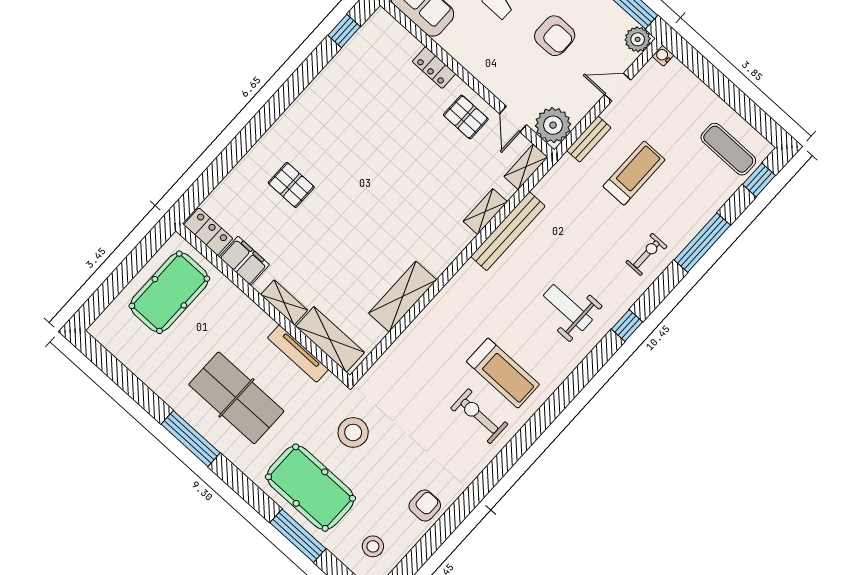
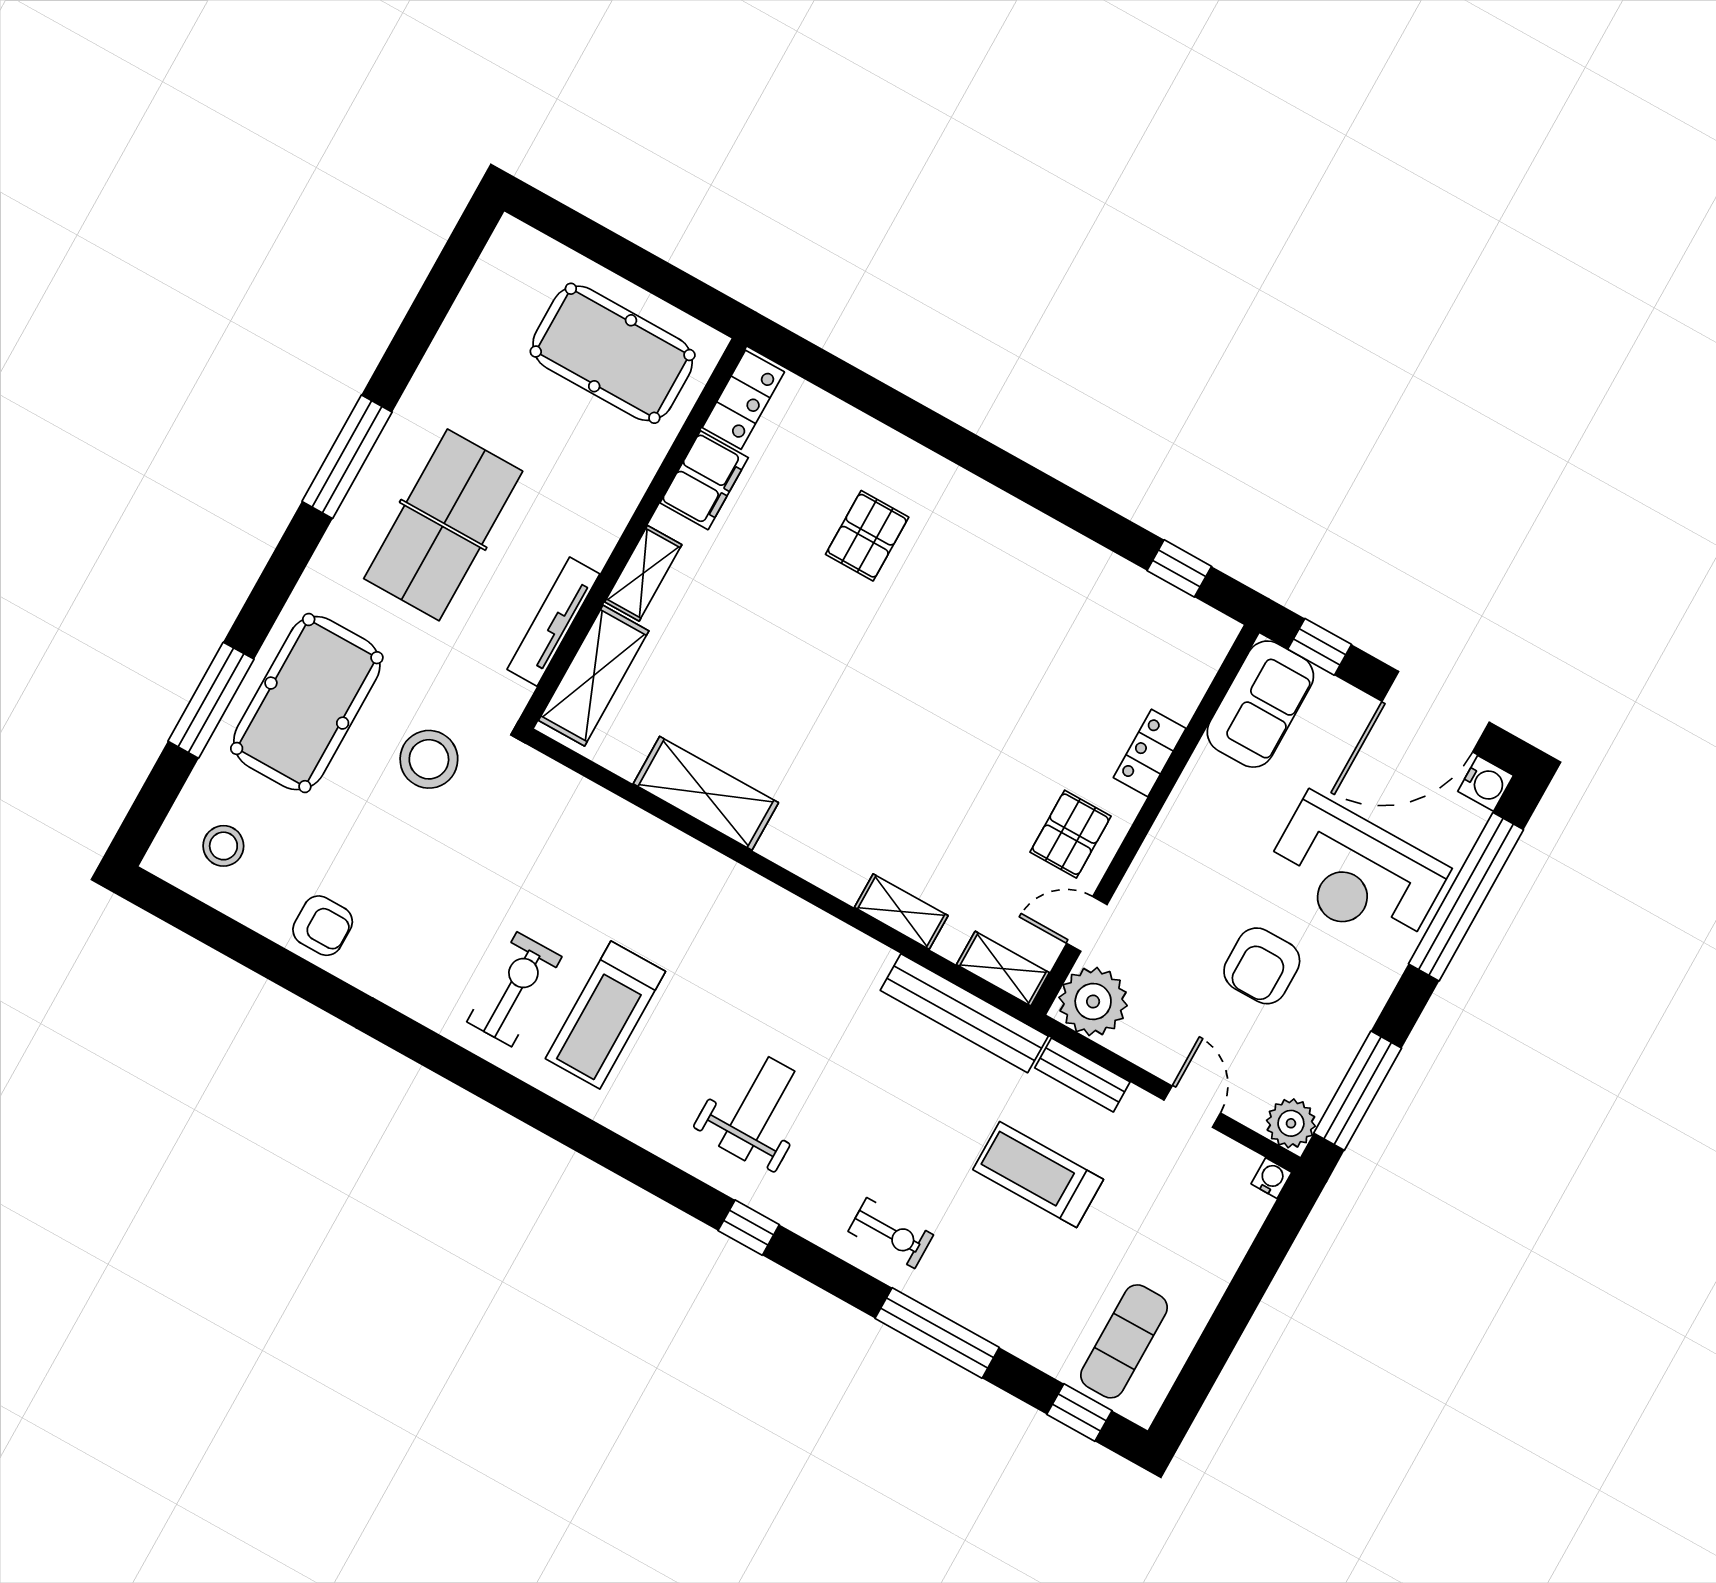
treadmill: (634, 173) -> (1038, 1174), turned 180
bench: (508, 231) -> (964, 1013), moved

